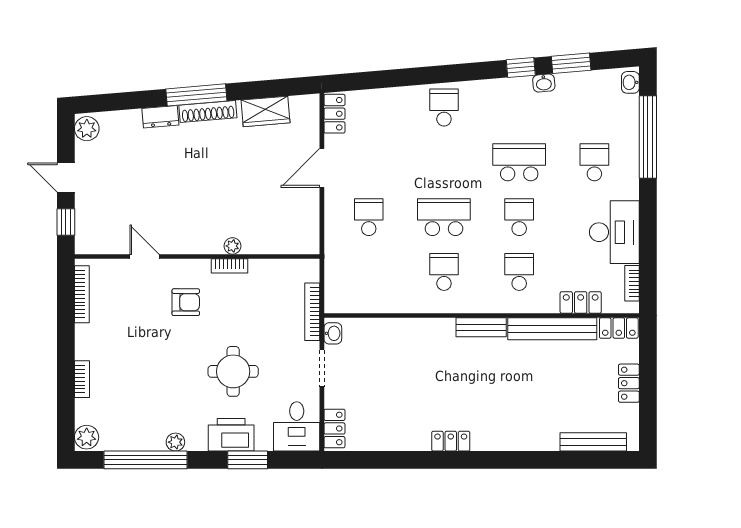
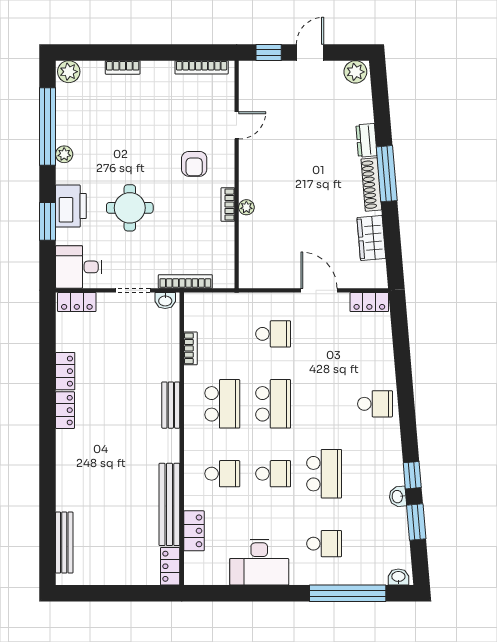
school desk: (444, 272) -> (222, 404), width x1.85
bookcase: (632, 283) -> (190, 348), moved, turned 90
bench: (481, 327) -> (171, 405), moved
locker: (629, 383) -> (65, 371), moved, turned 90

